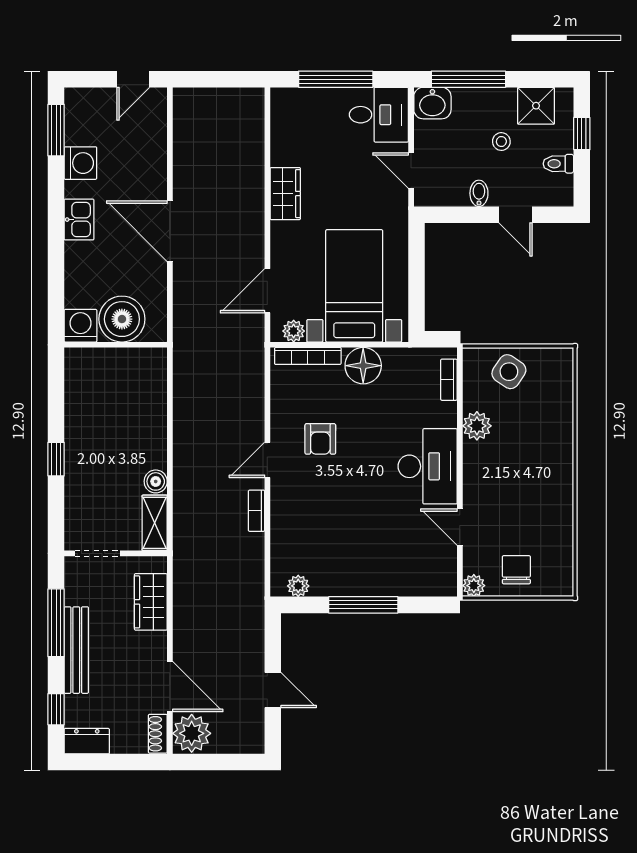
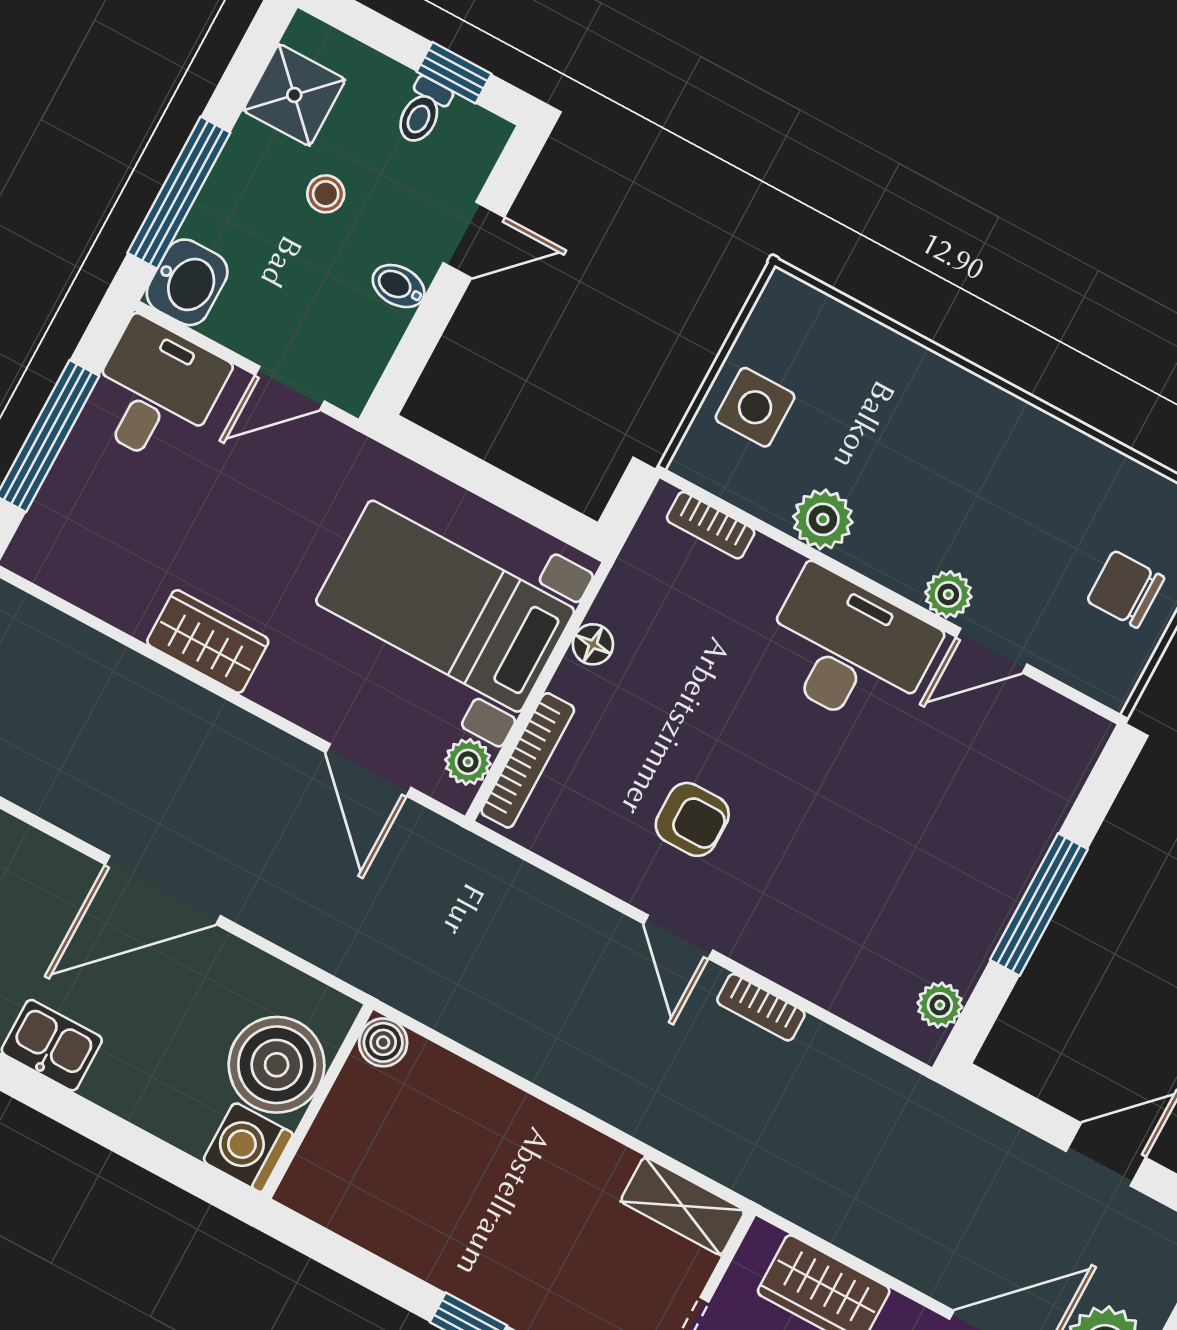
window: (582, 134) -> (454, 73), moved
floor lamp: (363, 366) -> (593, 644), width x0.53, depth x0.53
side table: (509, 372) -> (755, 407), turned -34
boiler: (156, 481) -> (383, 1042), moved
plant: (474, 586) -> (948, 594), moved

